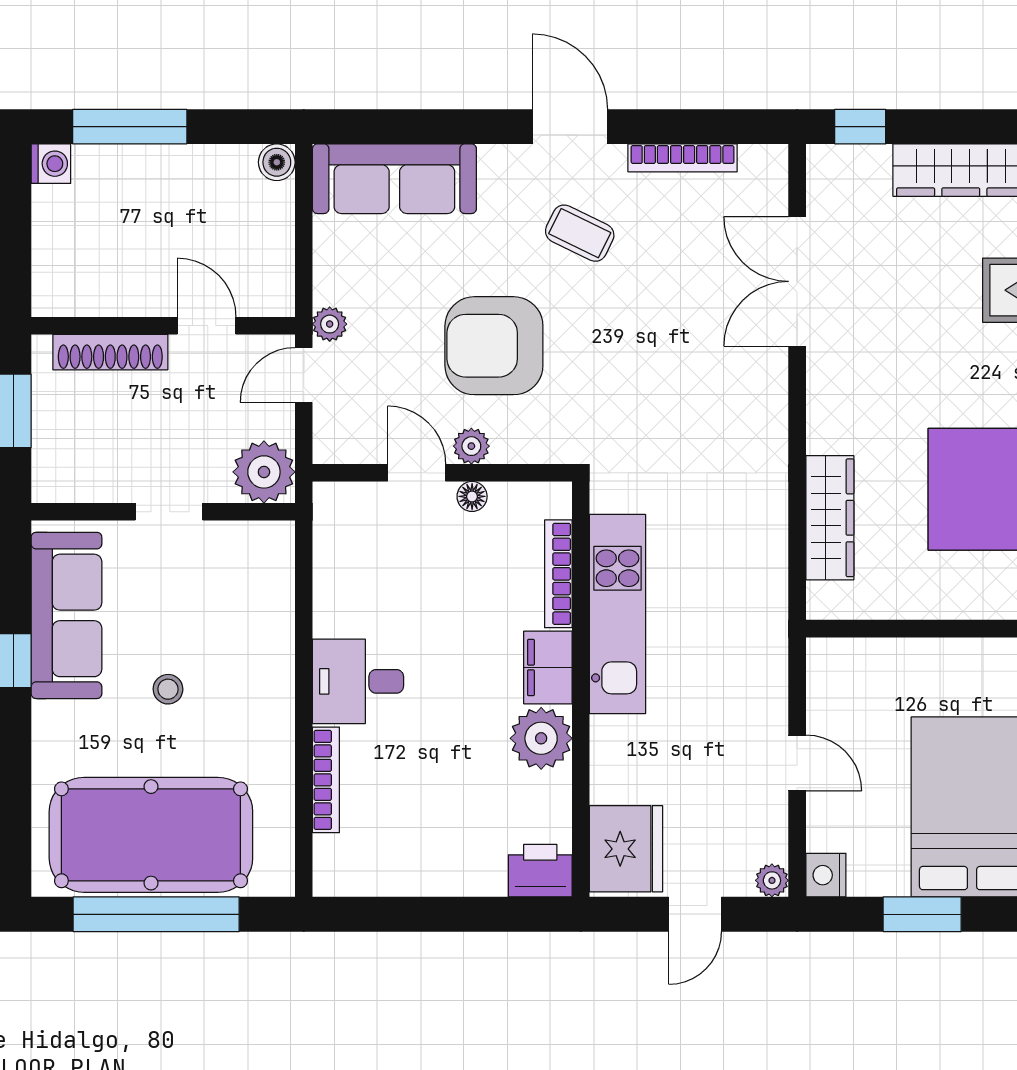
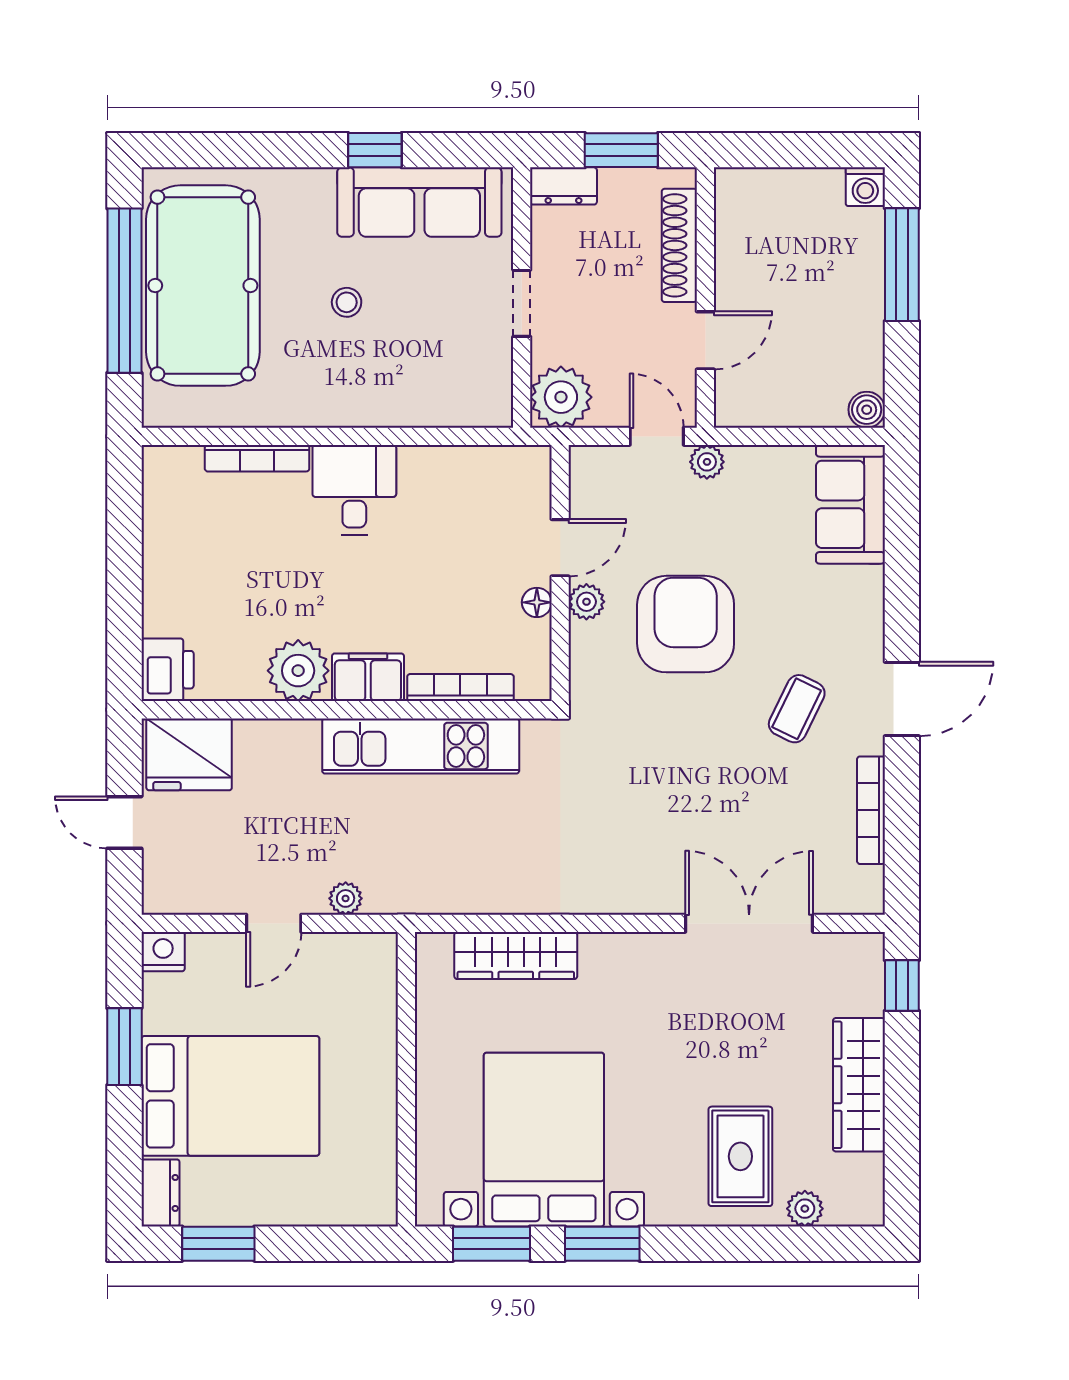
sofa: (394, 179) -> (850, 504), width x0.73
dresser: (50, 469) -> (564, 186), added
plant: (772, 880) -> (346, 898), moved

